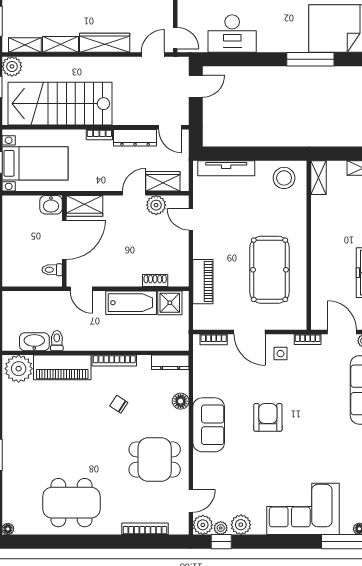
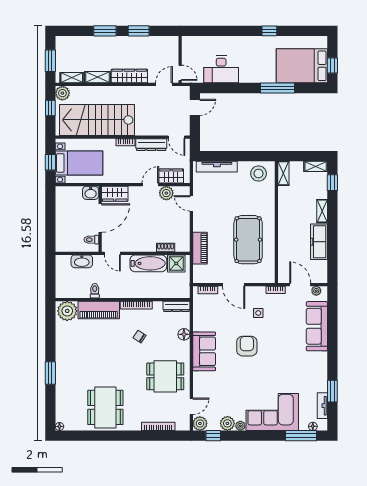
washbasin: (34, 342) -> (82, 261), moved, turned 180
side table: (280, 354) -> (258, 313), moved
dining table: (72, 503) -> (105, 407), turned 90
plant: (221, 528) -> (240, 426), moved

